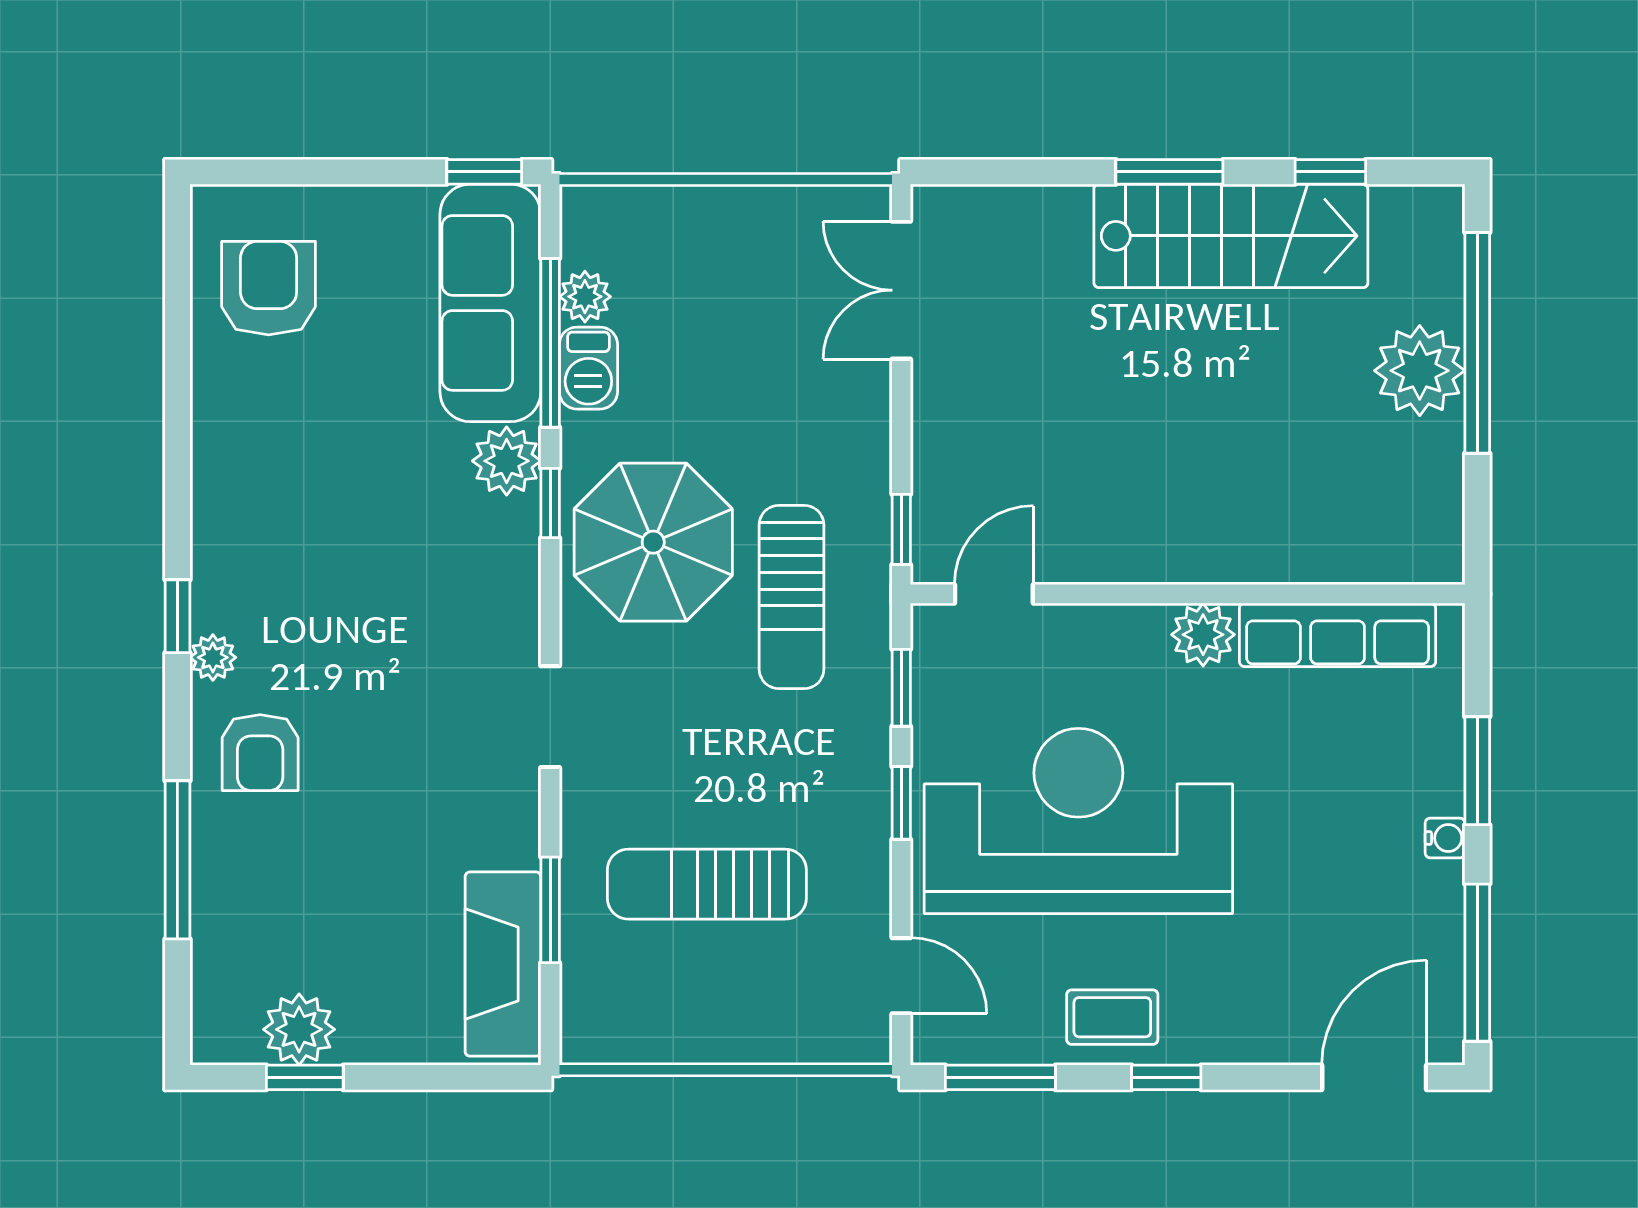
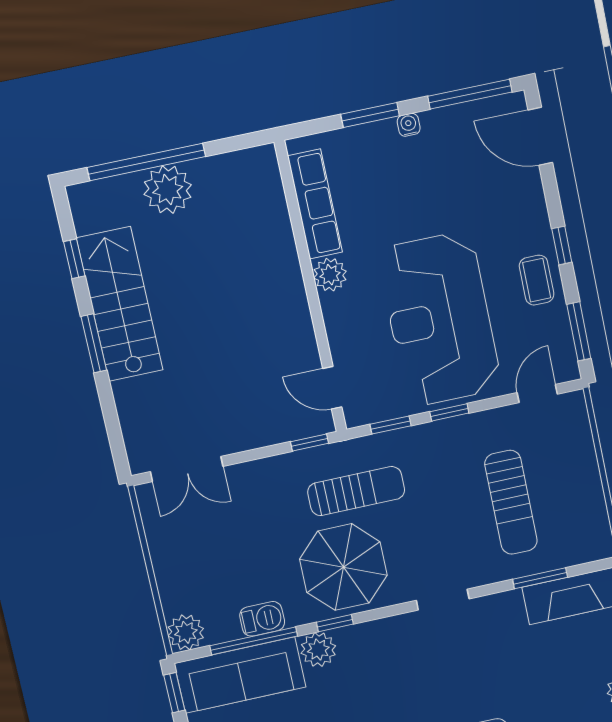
plant: (585, 297) -> (186, 632), moved, width x1.38, depth x1.38

